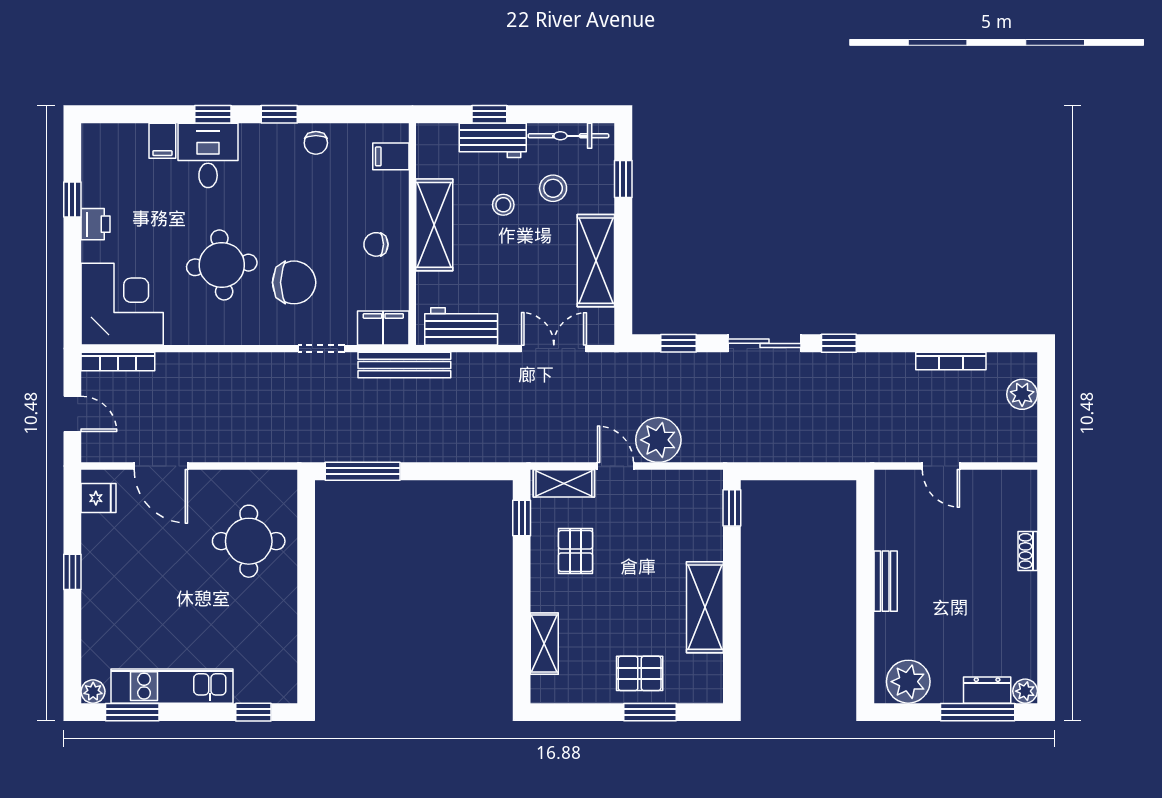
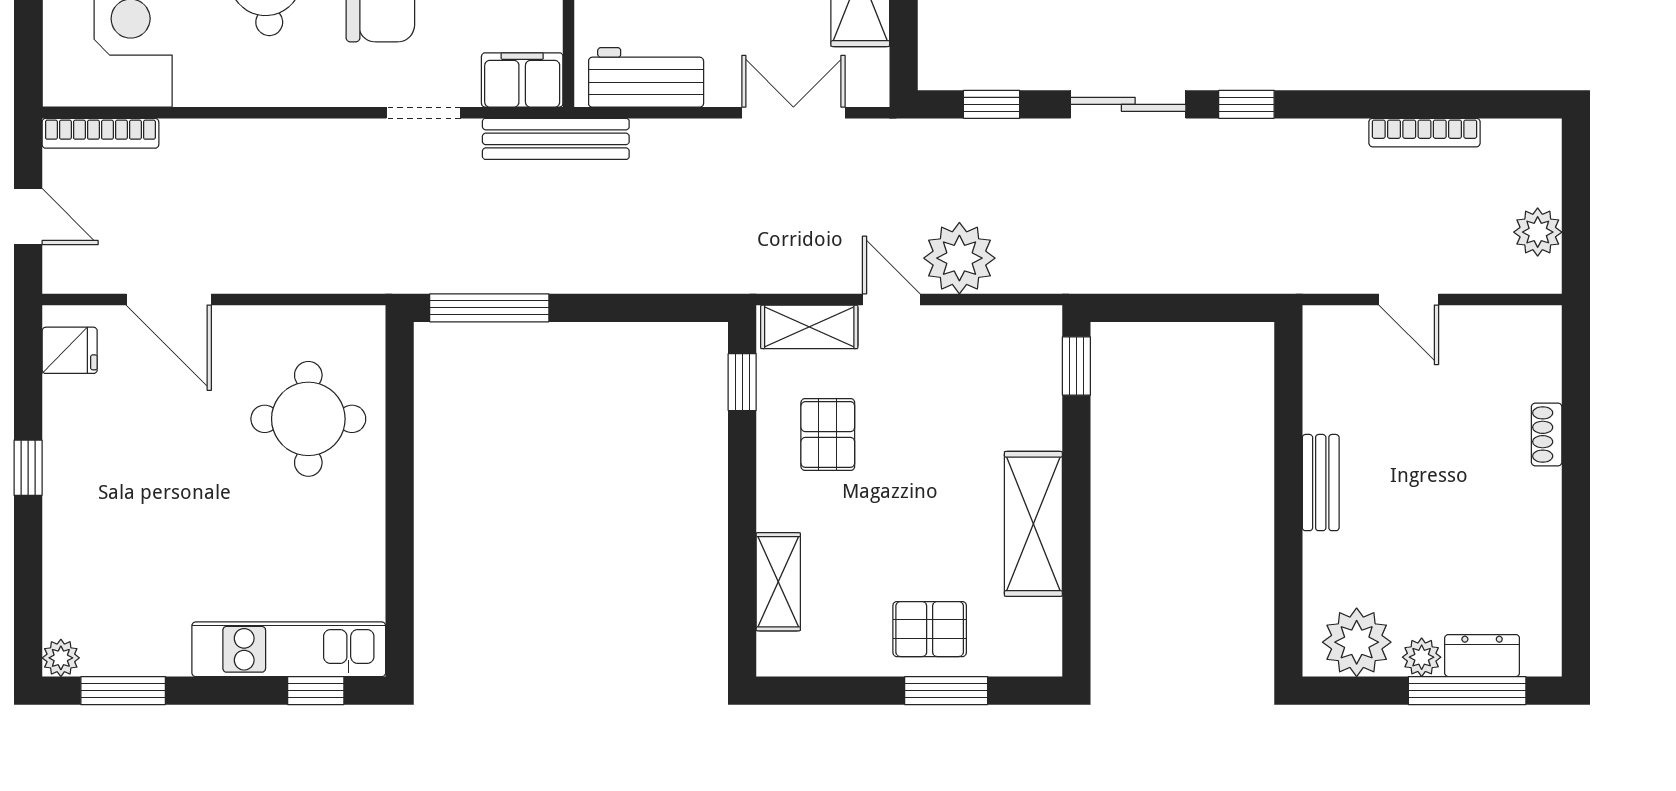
plant: (1022, 394) -> (1538, 232), moved
kitchen unit: (172, 686) -> (289, 649), moved
plant: (1025, 691) -> (1422, 657), moved

